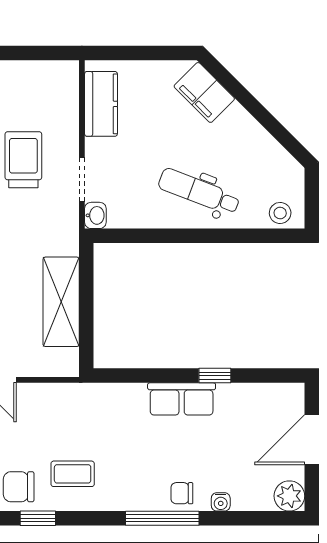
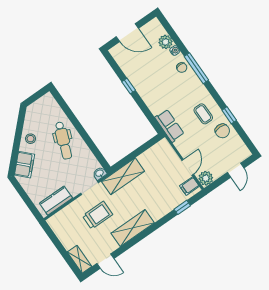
trolley: (23, 160) -> (98, 215), turned 180
stool: (280, 213) -> (31, 139), moved
shelving: (61, 302) -> (123, 176), moved
row of seats: (182, 399) -> (169, 126), moved
plant: (289, 496) -> (166, 42), moved

